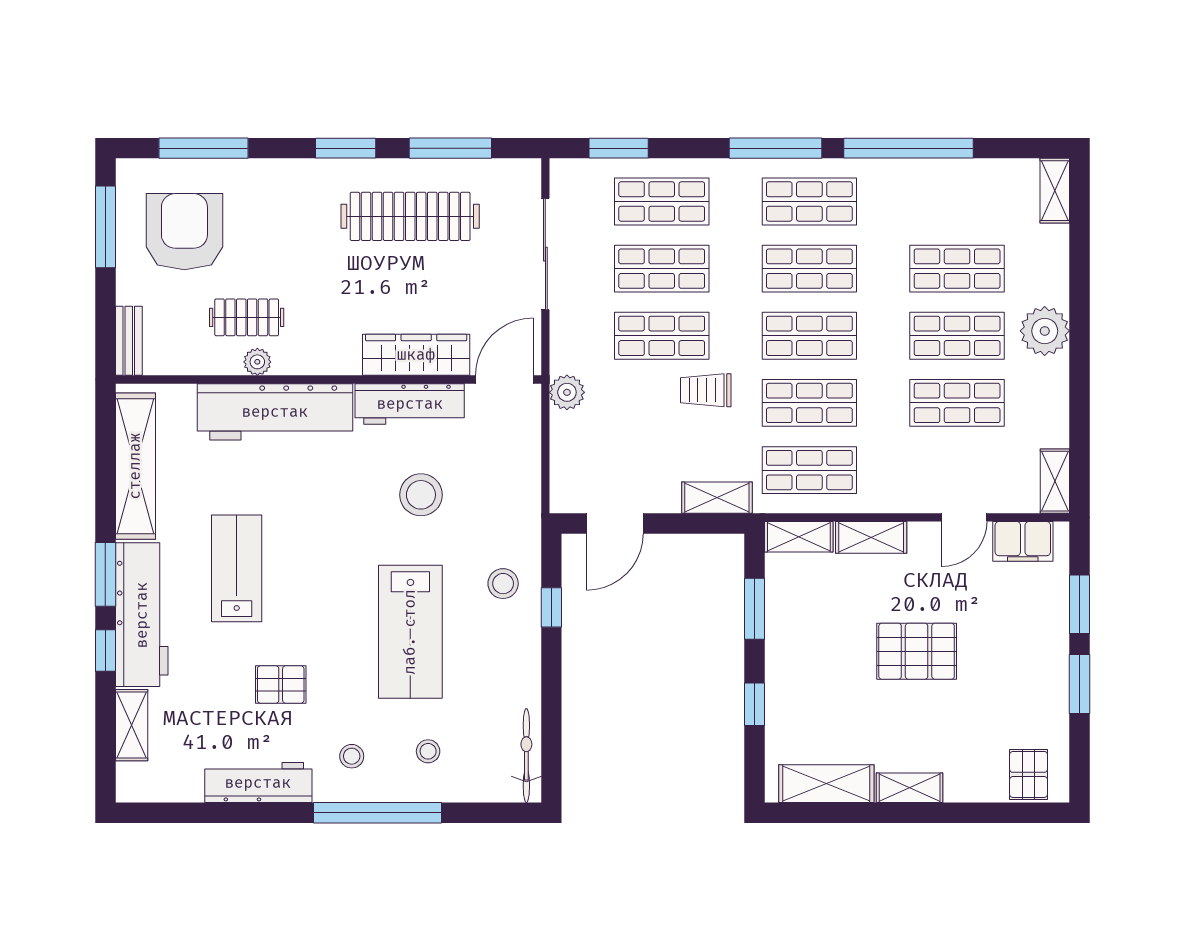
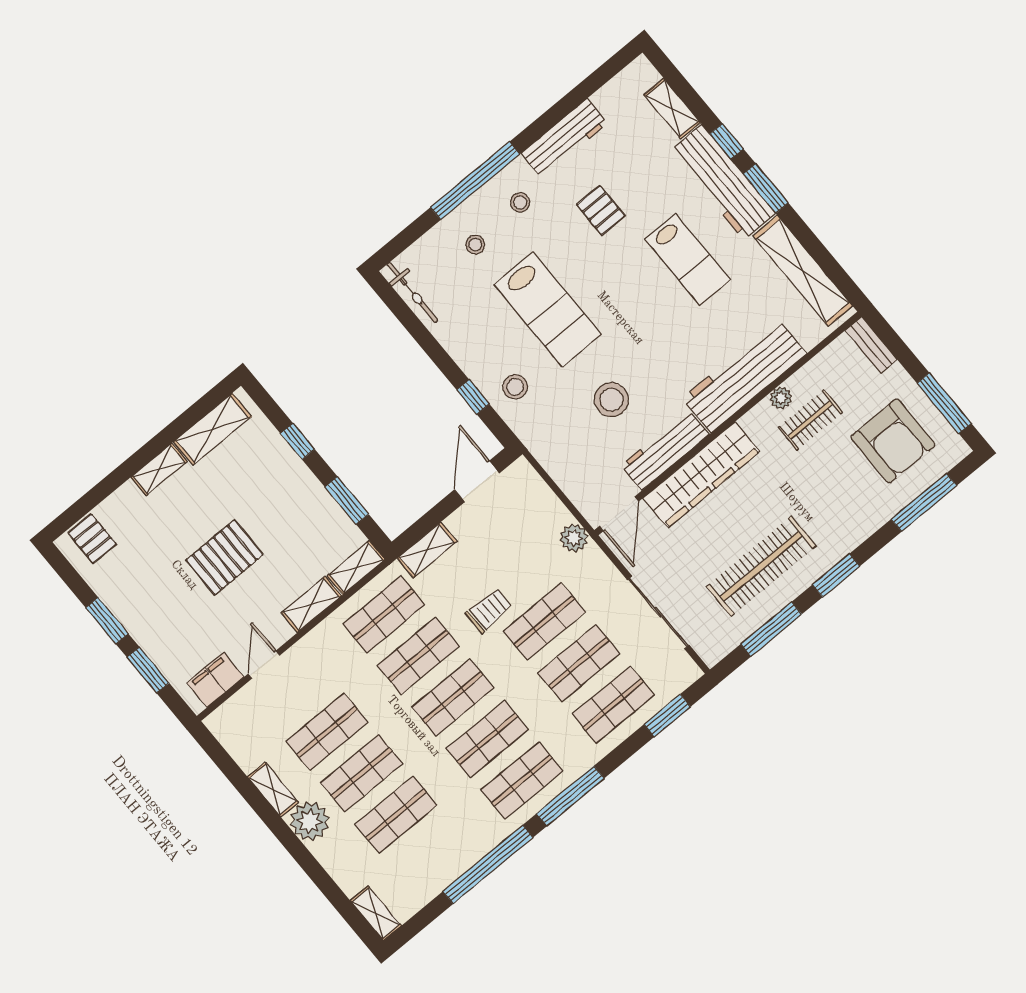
wardrobe: (416, 355) -> (701, 475), width x1.40, depth x1.17
shelving: (1055, 481) -> (273, 790), moved
lab bench: (410, 632) -> (548, 310), turned 180
pallet: (281, 685) -> (601, 210), turned 90

